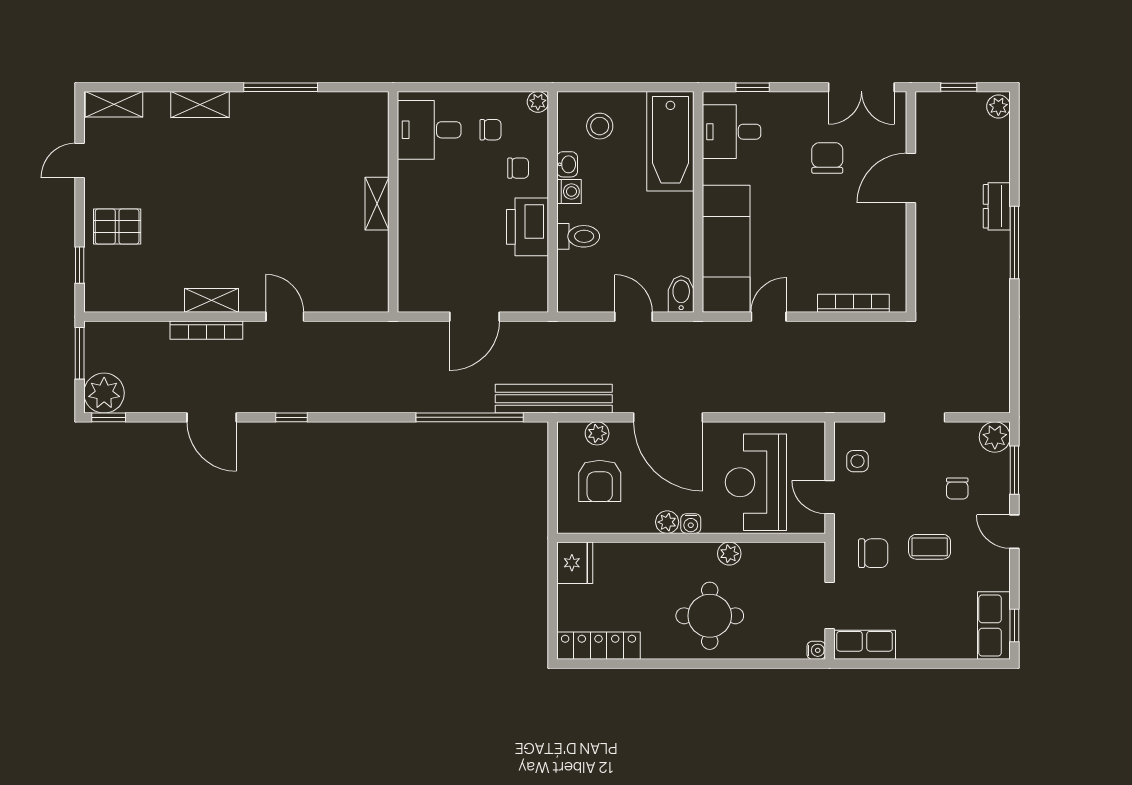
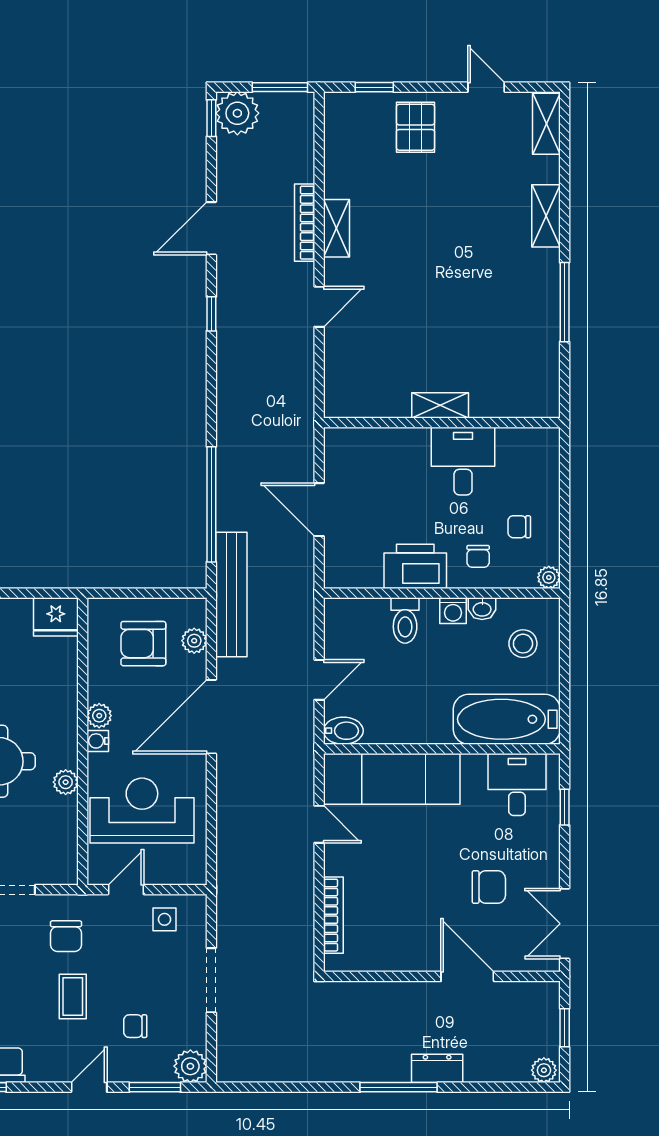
desk: (429, 130) -> (463, 461), moved
chair: (491, 130) -> (519, 527), turned 90

